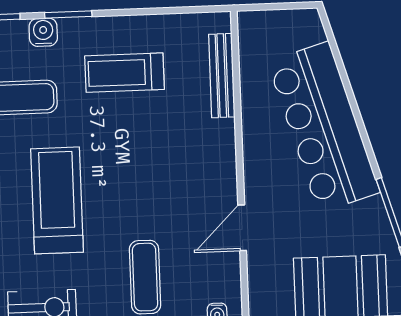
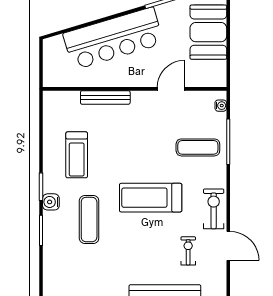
bench: (222, 76) -> (105, 97), moved
door: (242, 228) -> (171, 89), swing flipped

